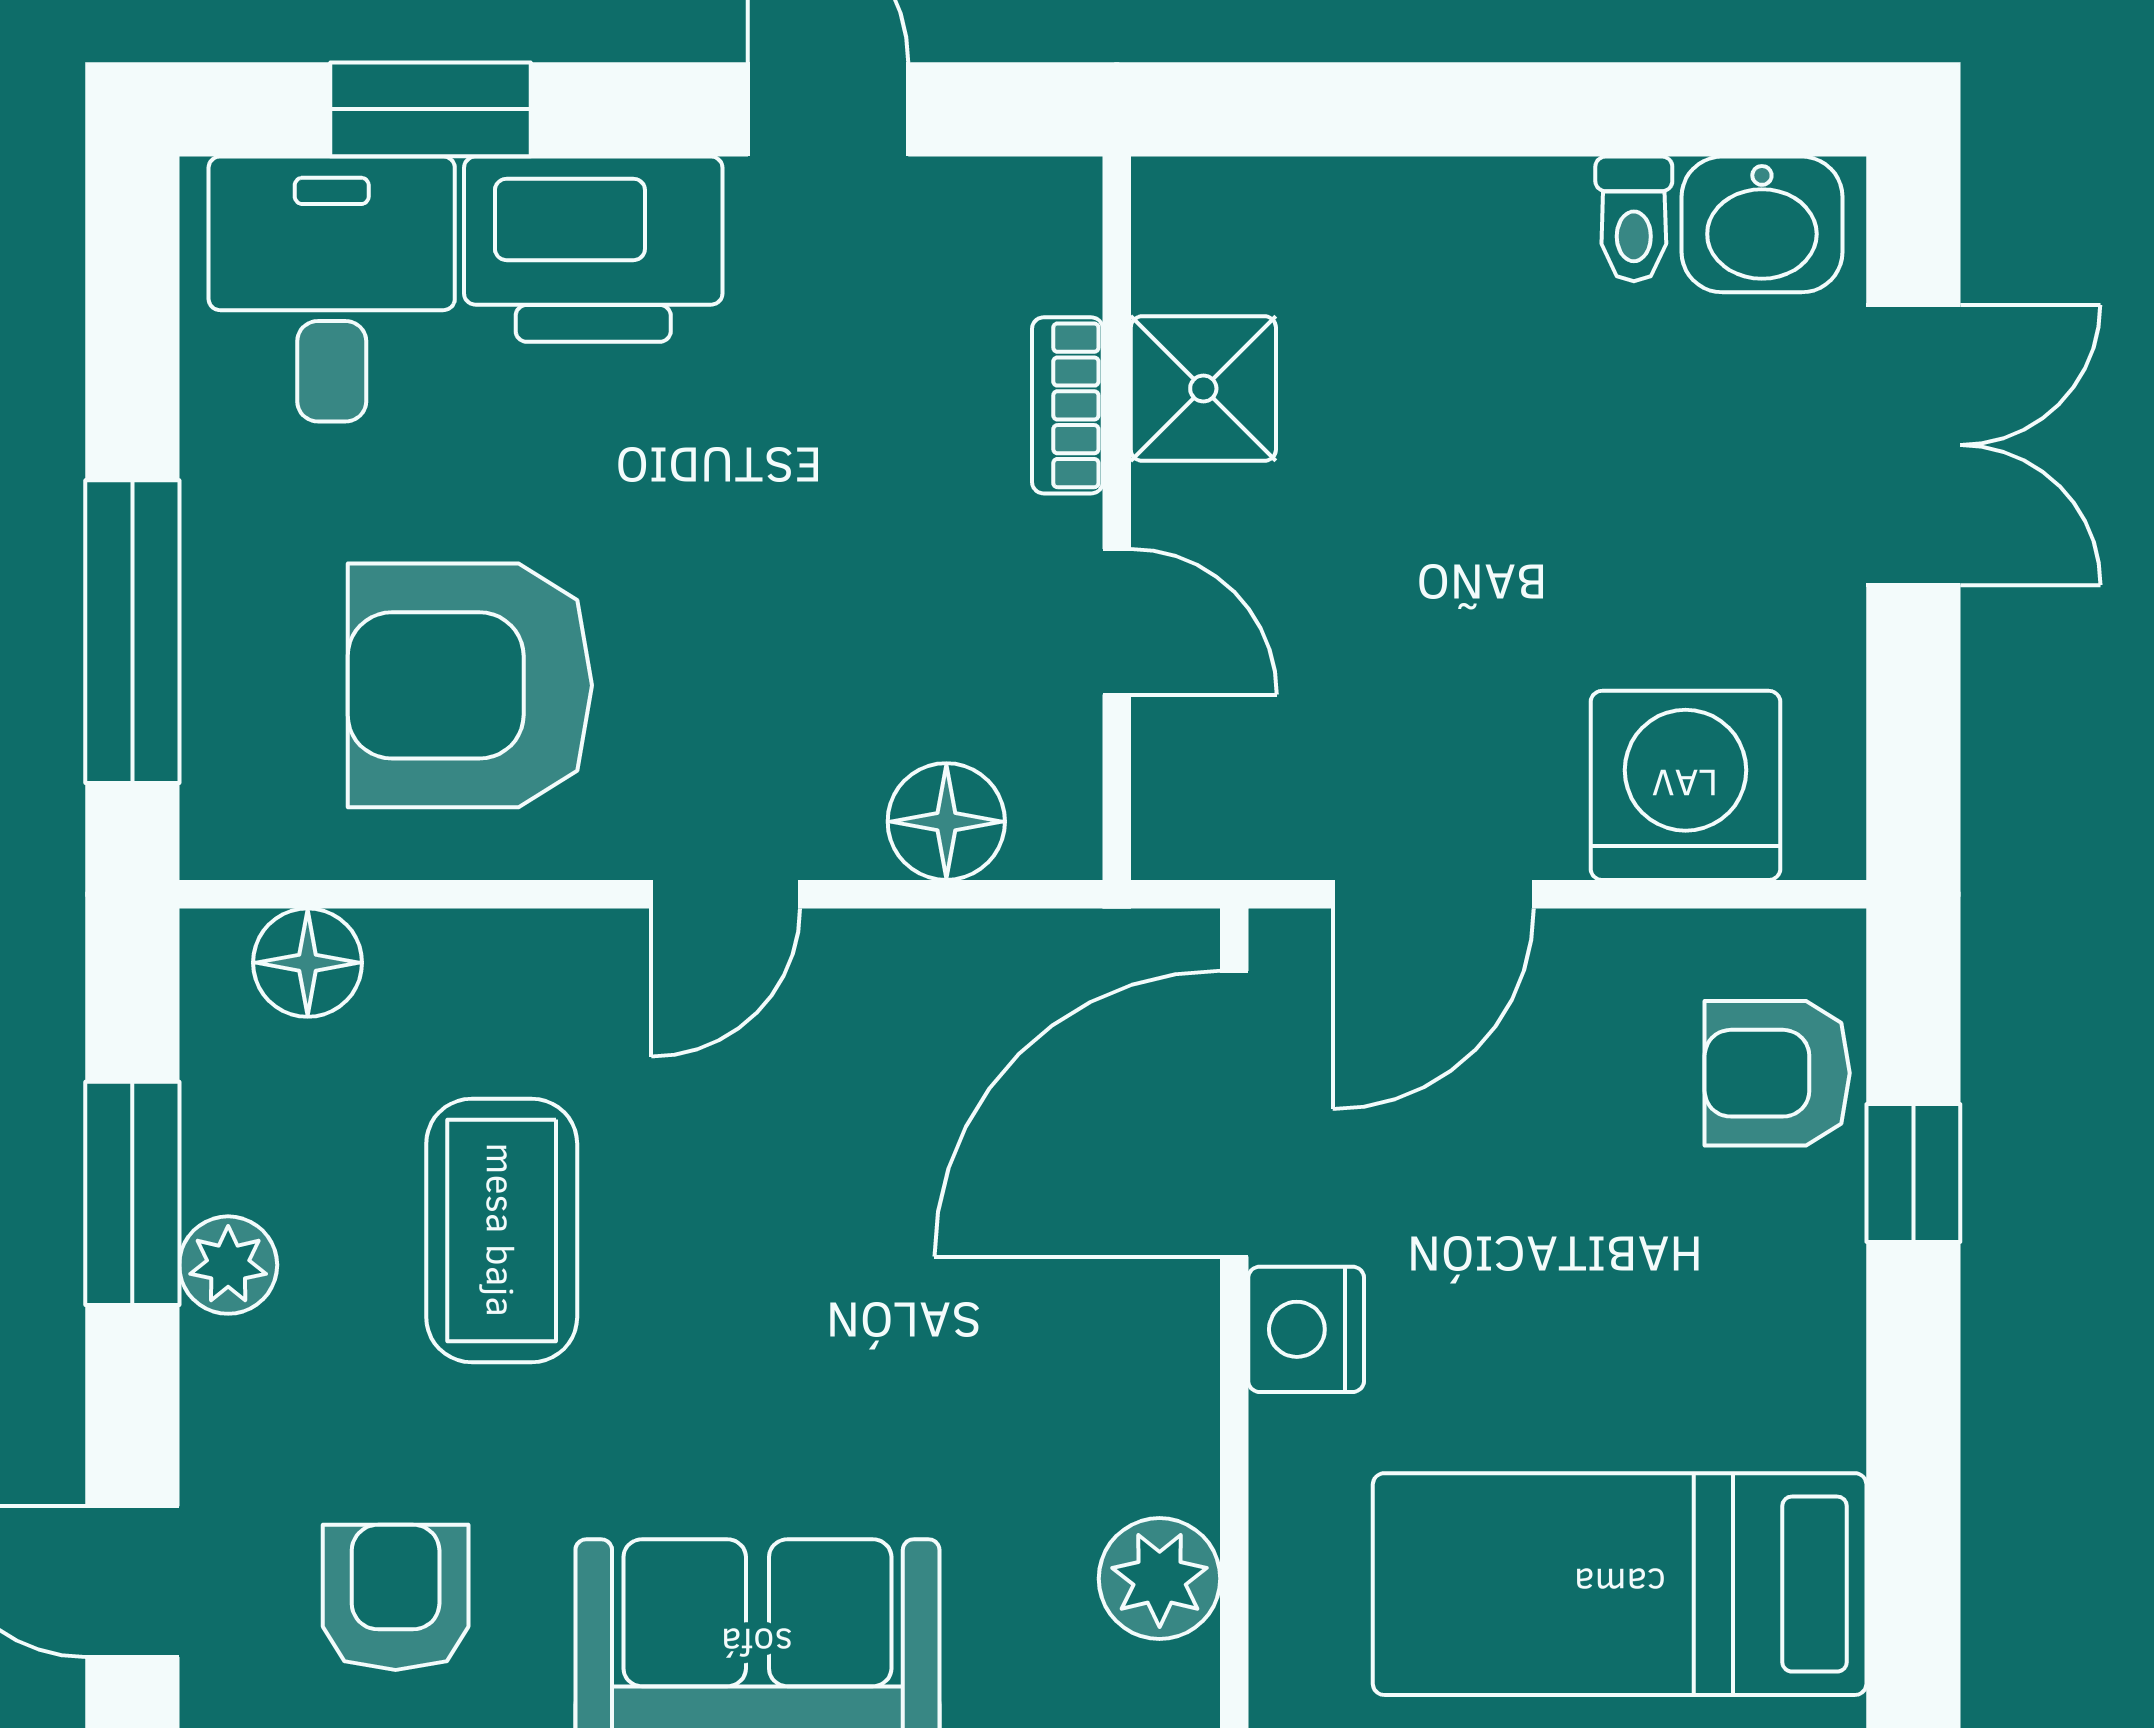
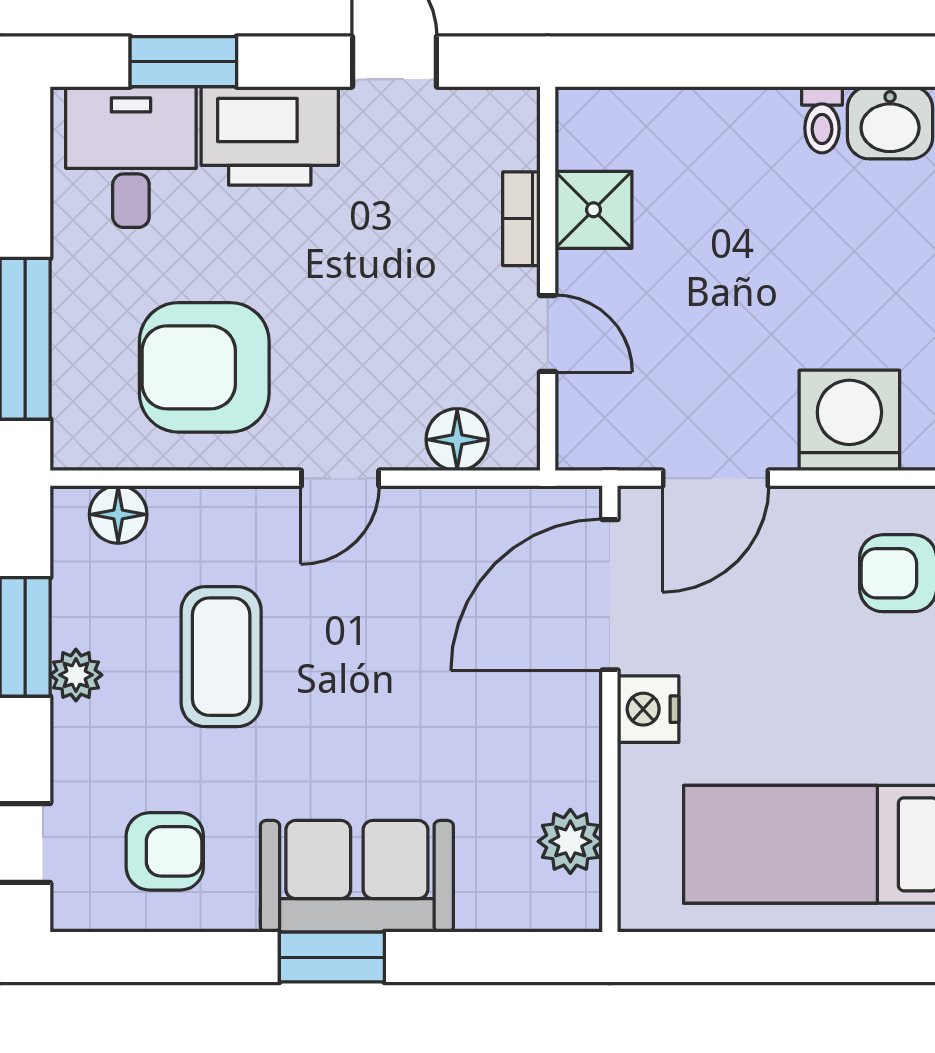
armchair: (396, 1597) -> (165, 851), turned 90

